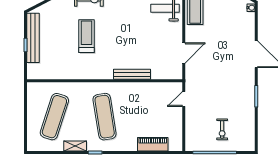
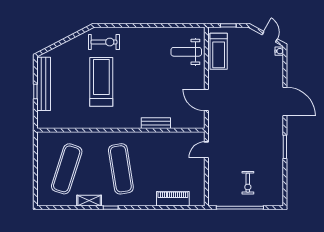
treadmill: (87, 36) -> (101, 82), width x1.37, depth x1.38
door: (184, 53) -> (206, 100), swing flipped
bench: (132, 74) -> (156, 123), width x0.73

